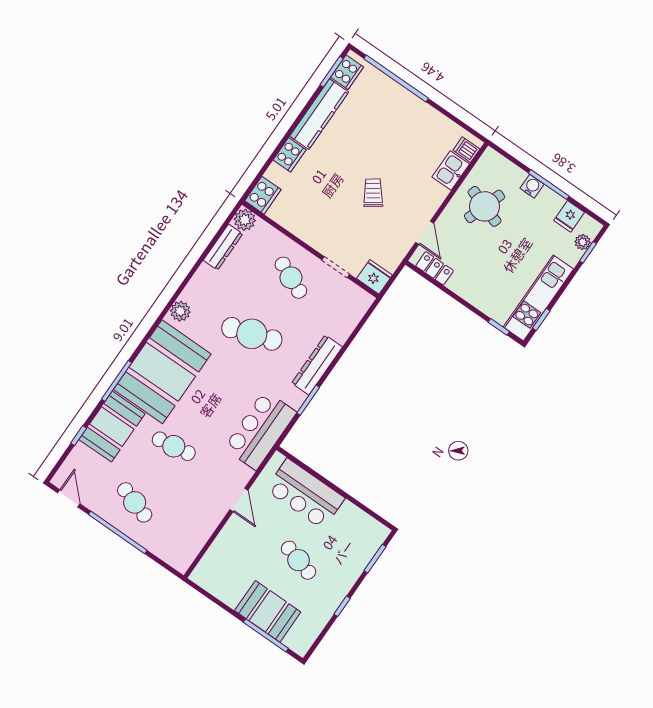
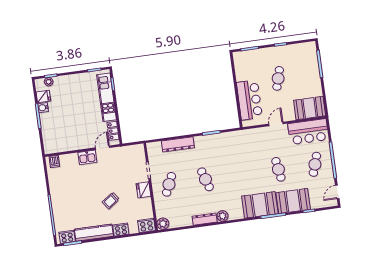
kitchen sink: (451, 170) -> (87, 157), moved
water cooler: (532, 186) -> (43, 108), moved
trolley: (373, 193) -> (111, 201), moved
round table: (485, 206) -> (70, 134), removed
dresser: (223, 247) -> (205, 219), moved
fridge: (374, 277) -> (143, 190), moved
kitchen unit: (538, 298) -> (107, 97), moved, turned 90
cafe table: (252, 334) -> (205, 179), width x0.73, depth x0.74
dresser: (317, 365) -> (178, 144), moved
booth: (162, 372) -> (260, 205), width x0.73, depth x0.70
bar counter: (260, 430) -> (308, 132), moved
booth: (268, 611) -> (310, 108), moved, turned 90

